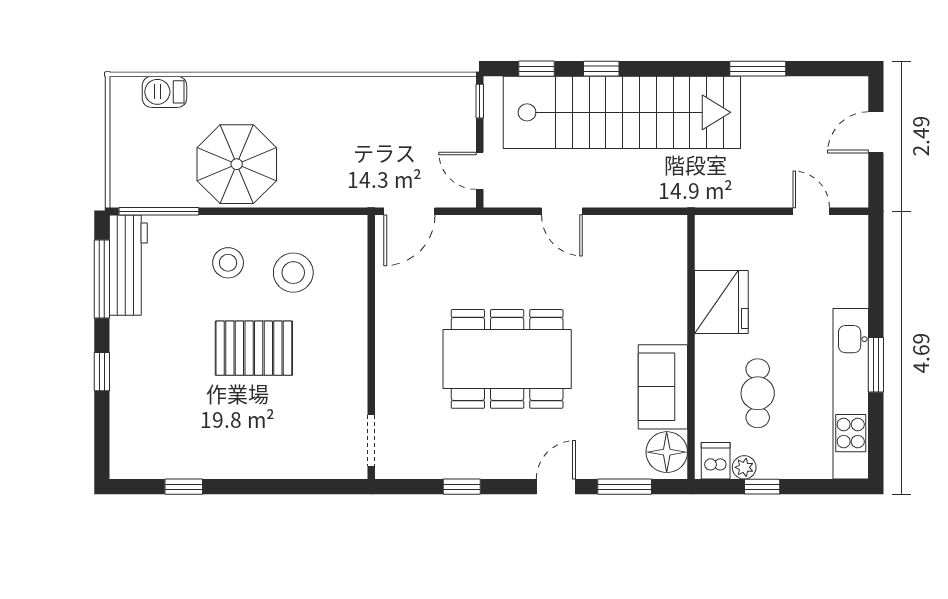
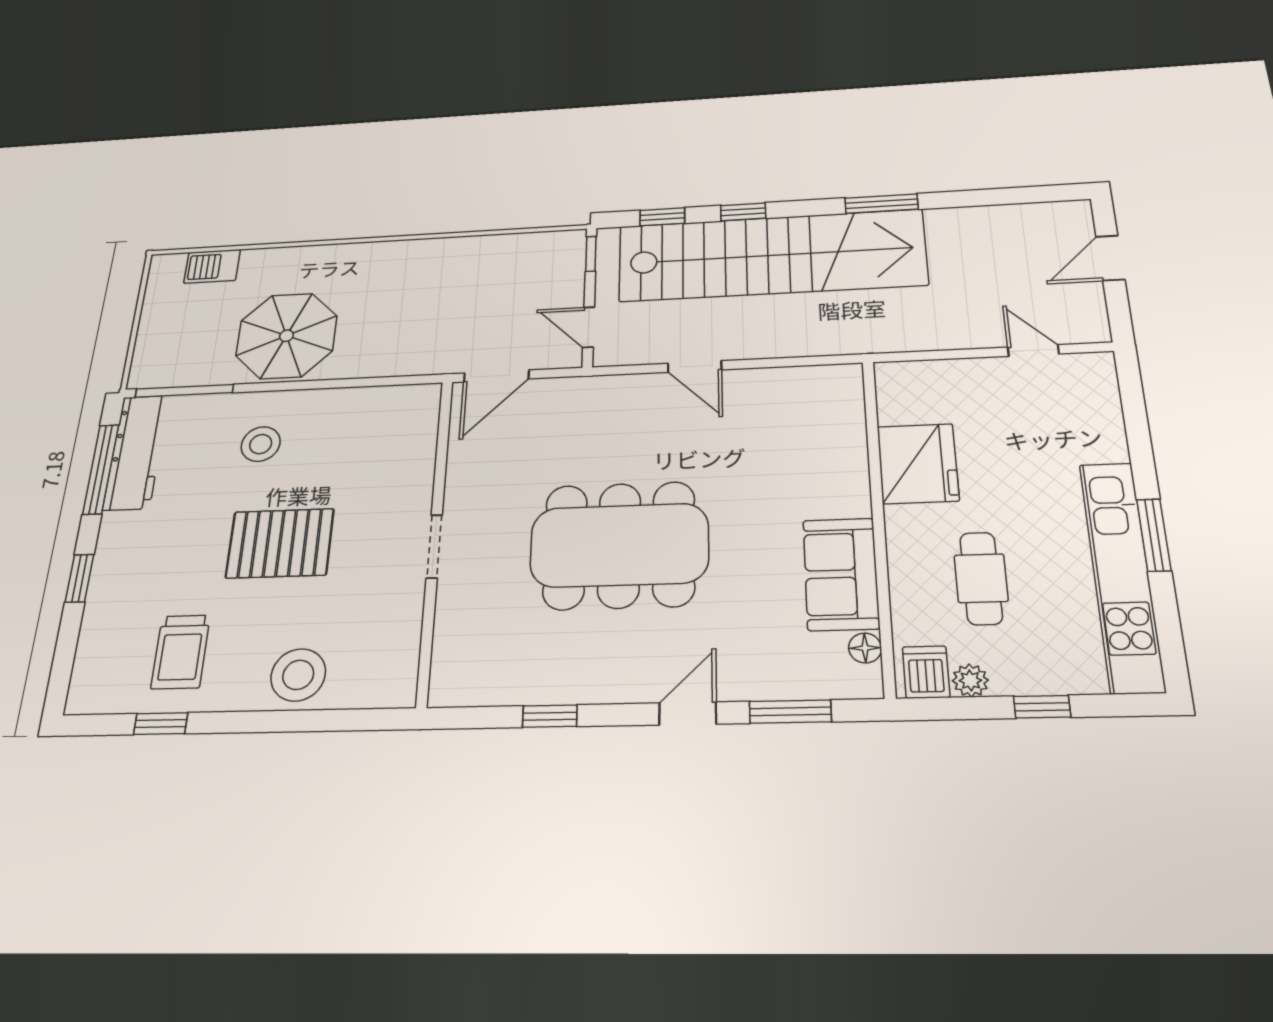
window: (758, 69) -> (881, 204), moved
stool: (293, 273) -> (298, 675), moved
trolley: (190, 433) -> (181, 652), added
doorway: (371, 440) -> (434, 546), moved
floor lamp: (667, 452) -> (865, 648), width x0.53, depth x0.53
window: (762, 487) -> (1042, 707), moved

